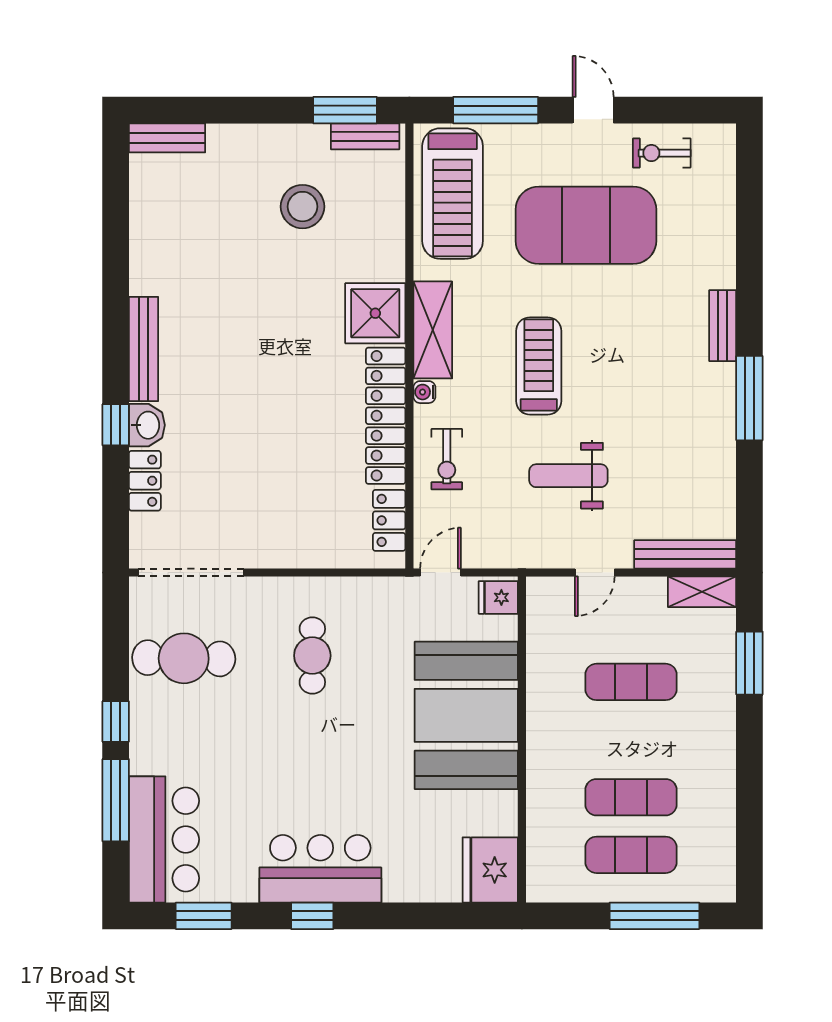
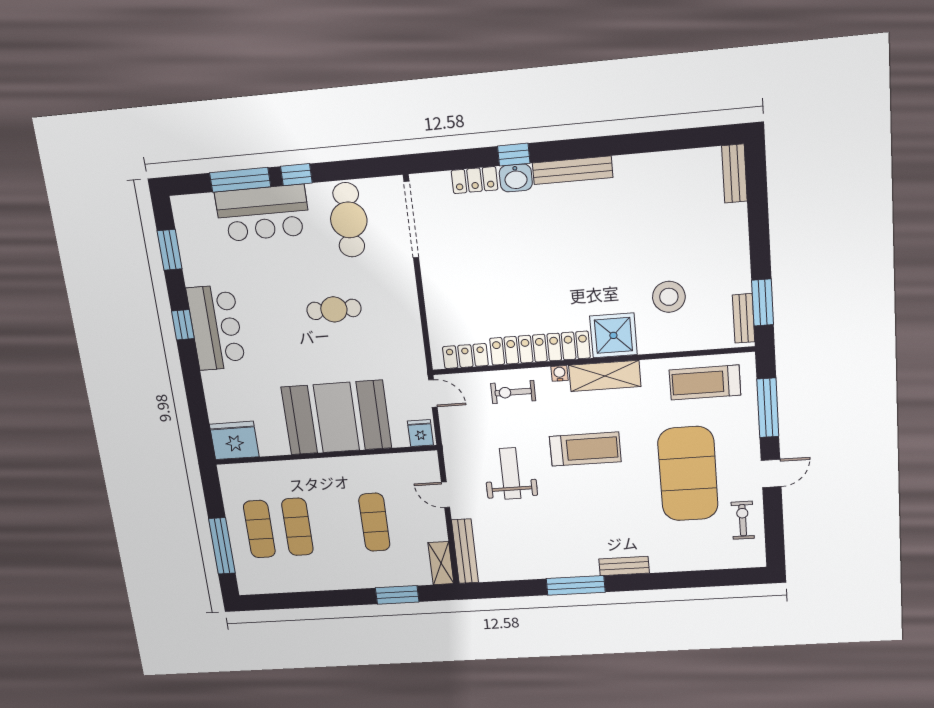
treadmill: (453, 194) -> (705, 383), width x0.73, depth x0.73
stool: (303, 207) -> (669, 297), moved
cafe table: (312, 656) -> (334, 309), moved
bar counter: (164, 839) -> (263, 213), moved

